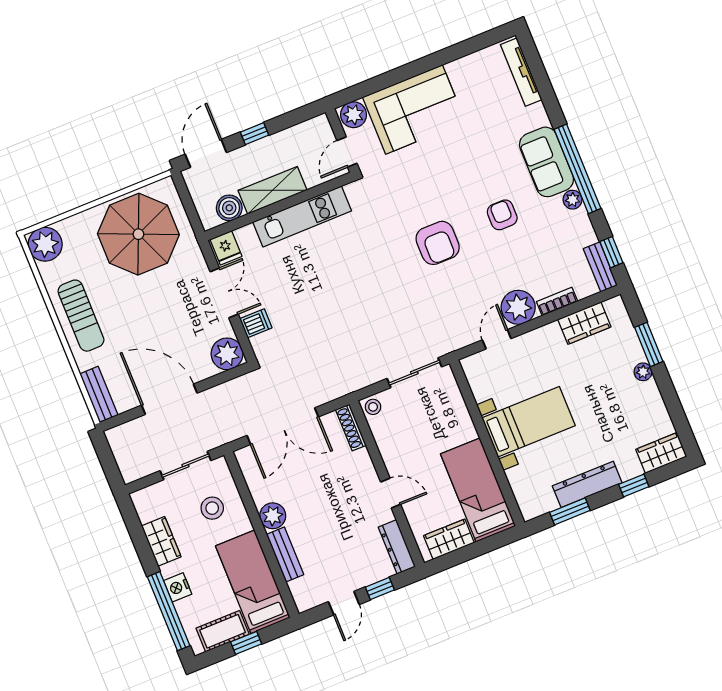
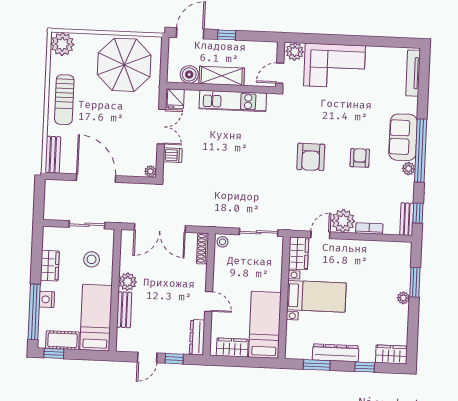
wardrobe: (584, 323) -> (299, 253), moved, turned -90
plant: (227, 354) -> (150, 171), width x0.53, depth x0.53
window: (246, 643) -> (54, 353), moved

